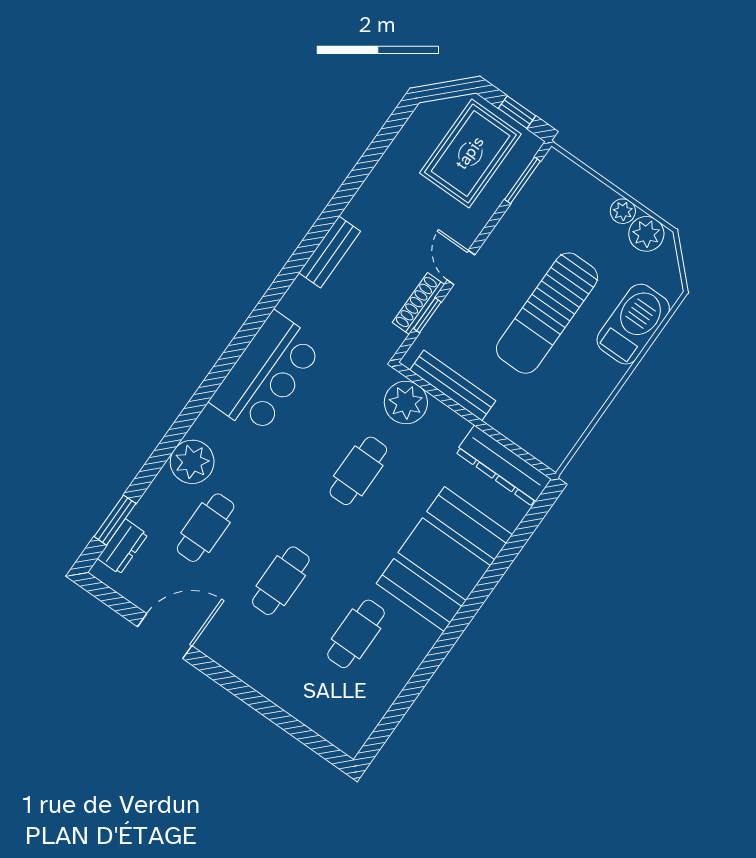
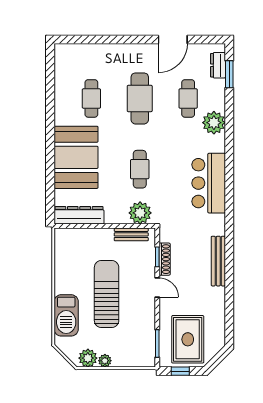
bench: (330, 252) -> (218, 261), width x1.36
bench: (453, 385) -> (131, 234), width x0.73
cafe table: (281, 581) -> (140, 98), width x1.37, depth x1.35

